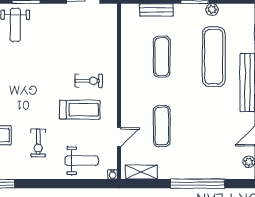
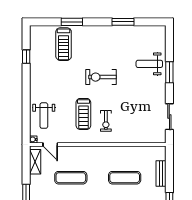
door: (119, 137) -> (50, 144), moved
exercise bike: (38, 143) -> (101, 77), moved, width x1.38, depth x1.39

